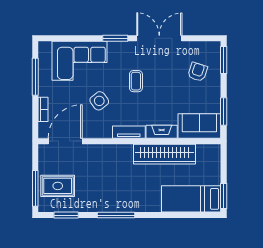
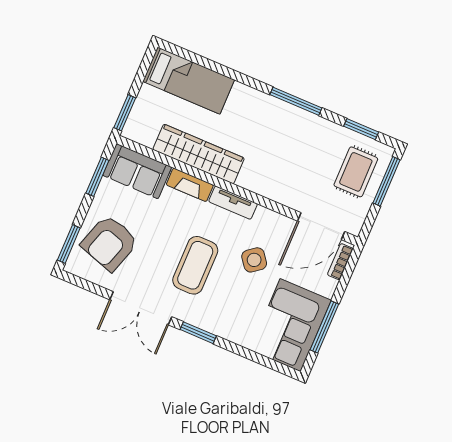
corner sofa: (79, 61) -> (290, 325), moved, turned -90
armchair: (198, 72) -> (110, 243), width x1.88, depth x1.88
coffee table: (136, 81) -> (195, 265), width x1.86, depth x1.72
bookcase: (43, 109) -> (340, 262), moved
rug: (58, 186) -> (356, 172), turned 90
window: (224, 196) -> (125, 113), moved

